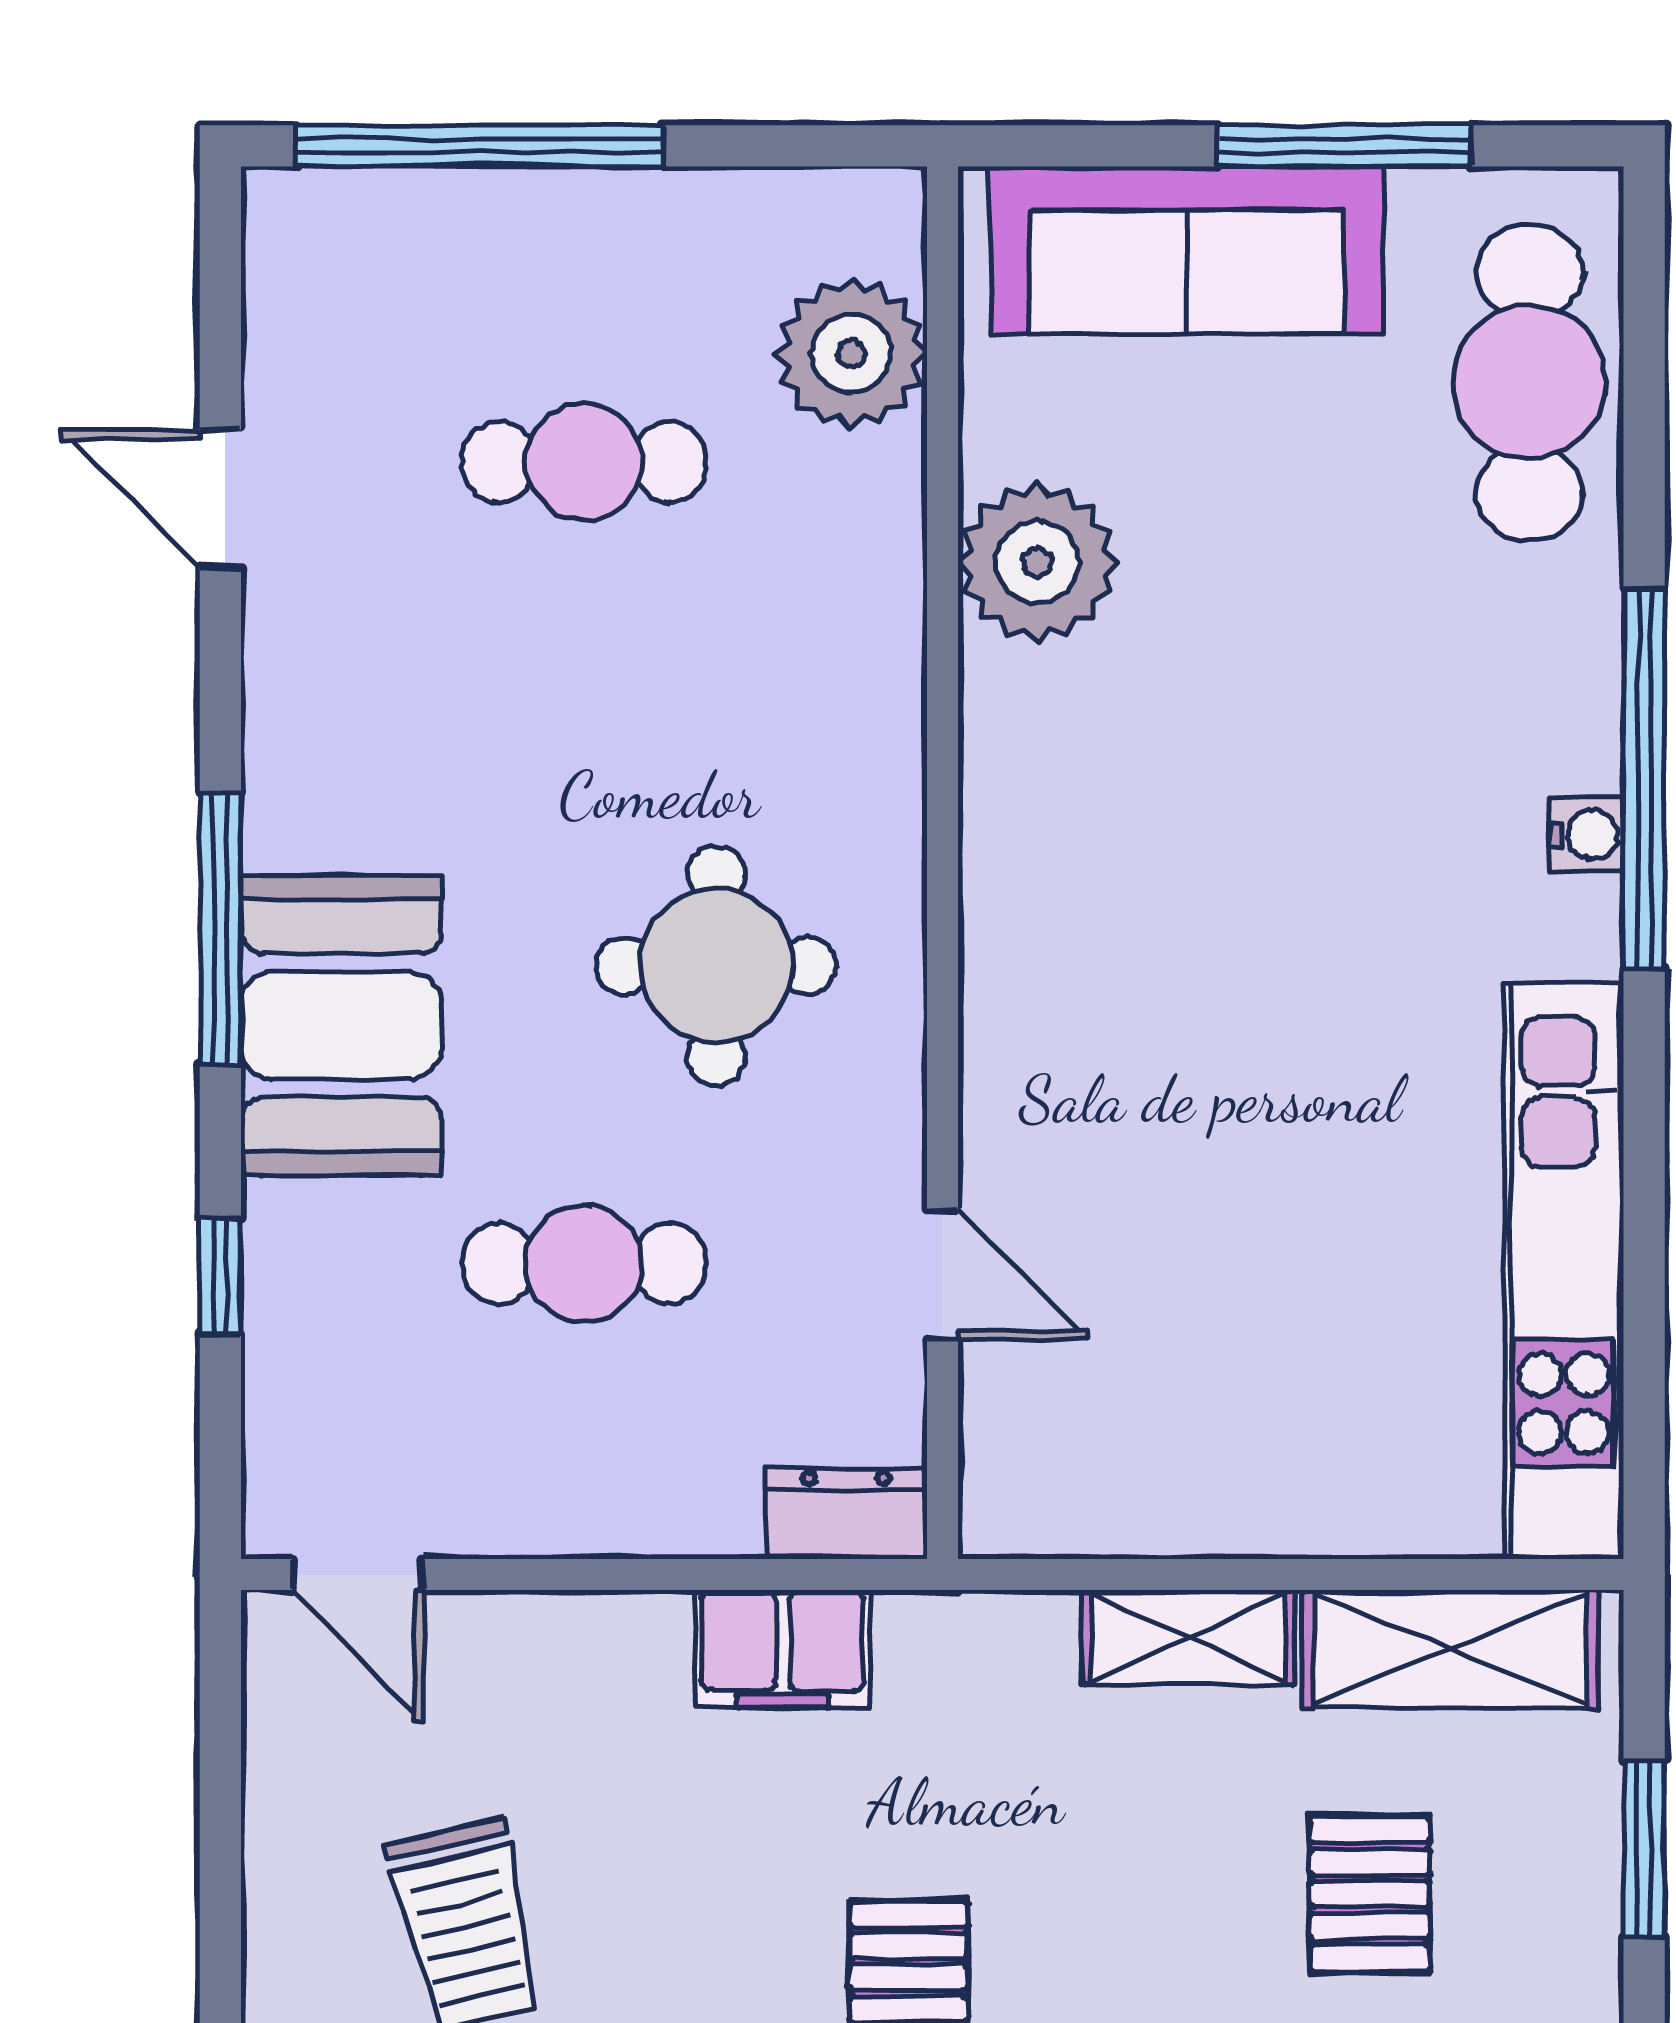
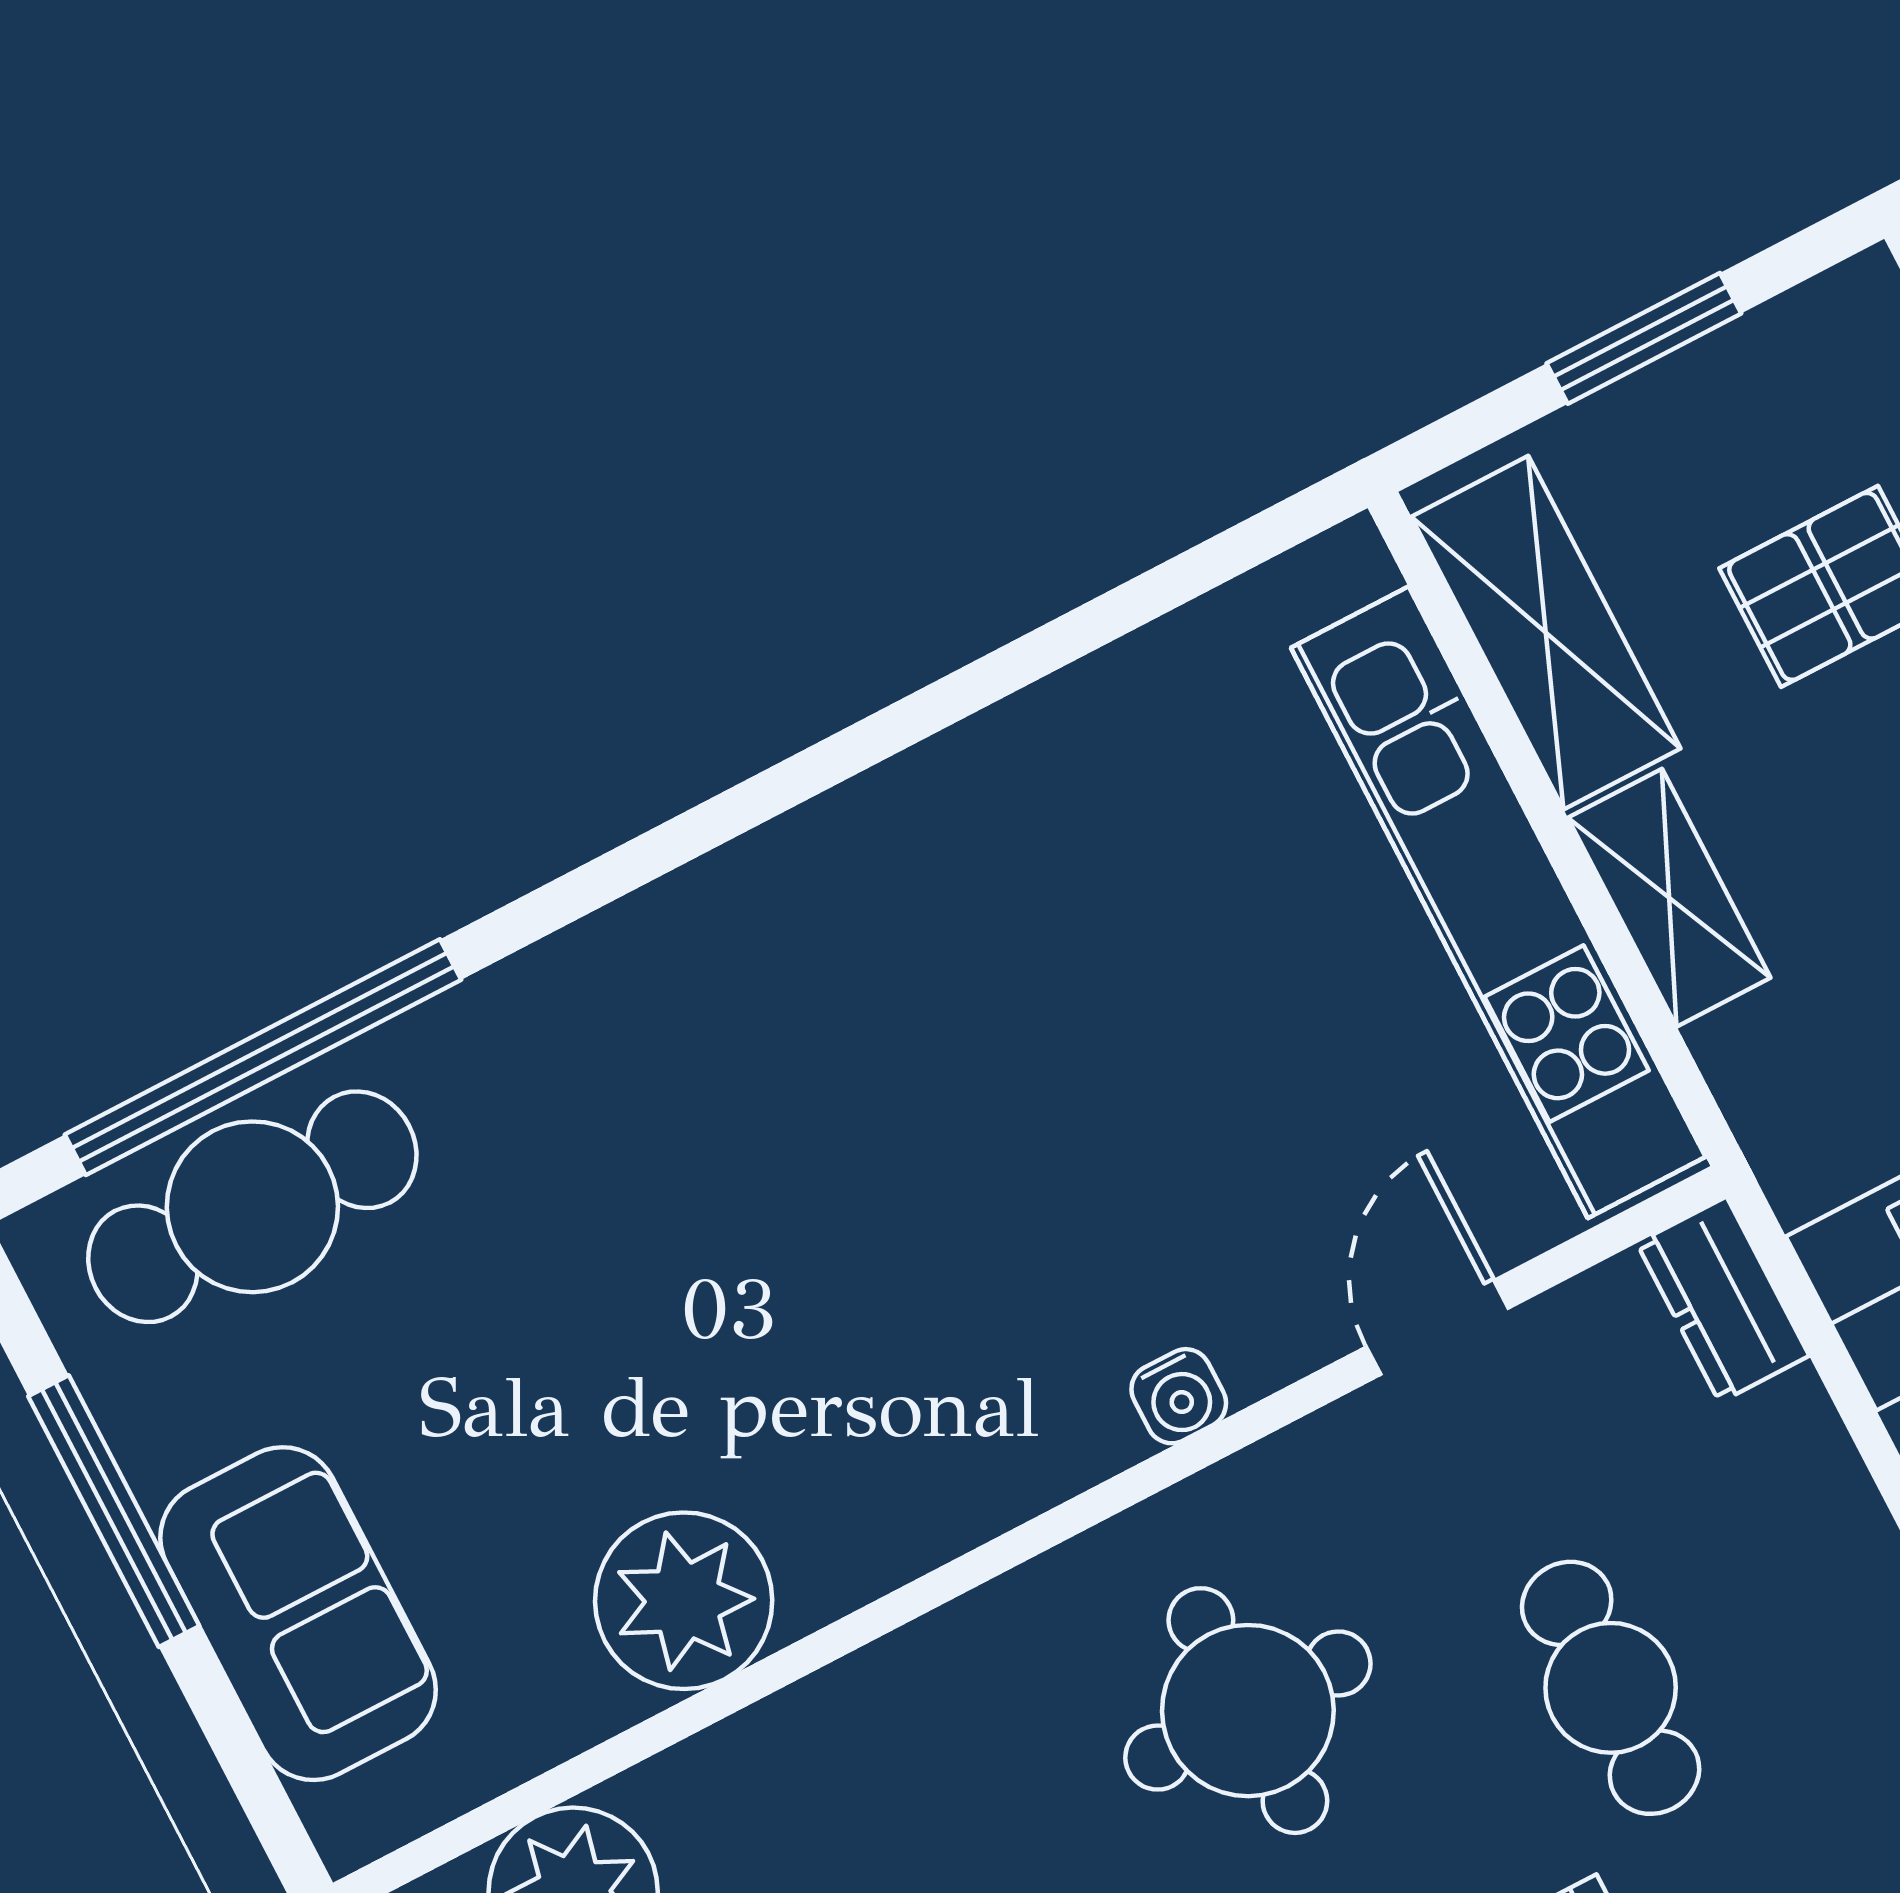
sofa: (1187, 250) -> (298, 1614), width x0.73
window: (1644, 778) -> (263, 1057), moved
water cooler: (1586, 834) -> (1179, 1396), moved, turned 180
kitchen unit: (1564, 1271) -> (1498, 902), moved, turned 90

